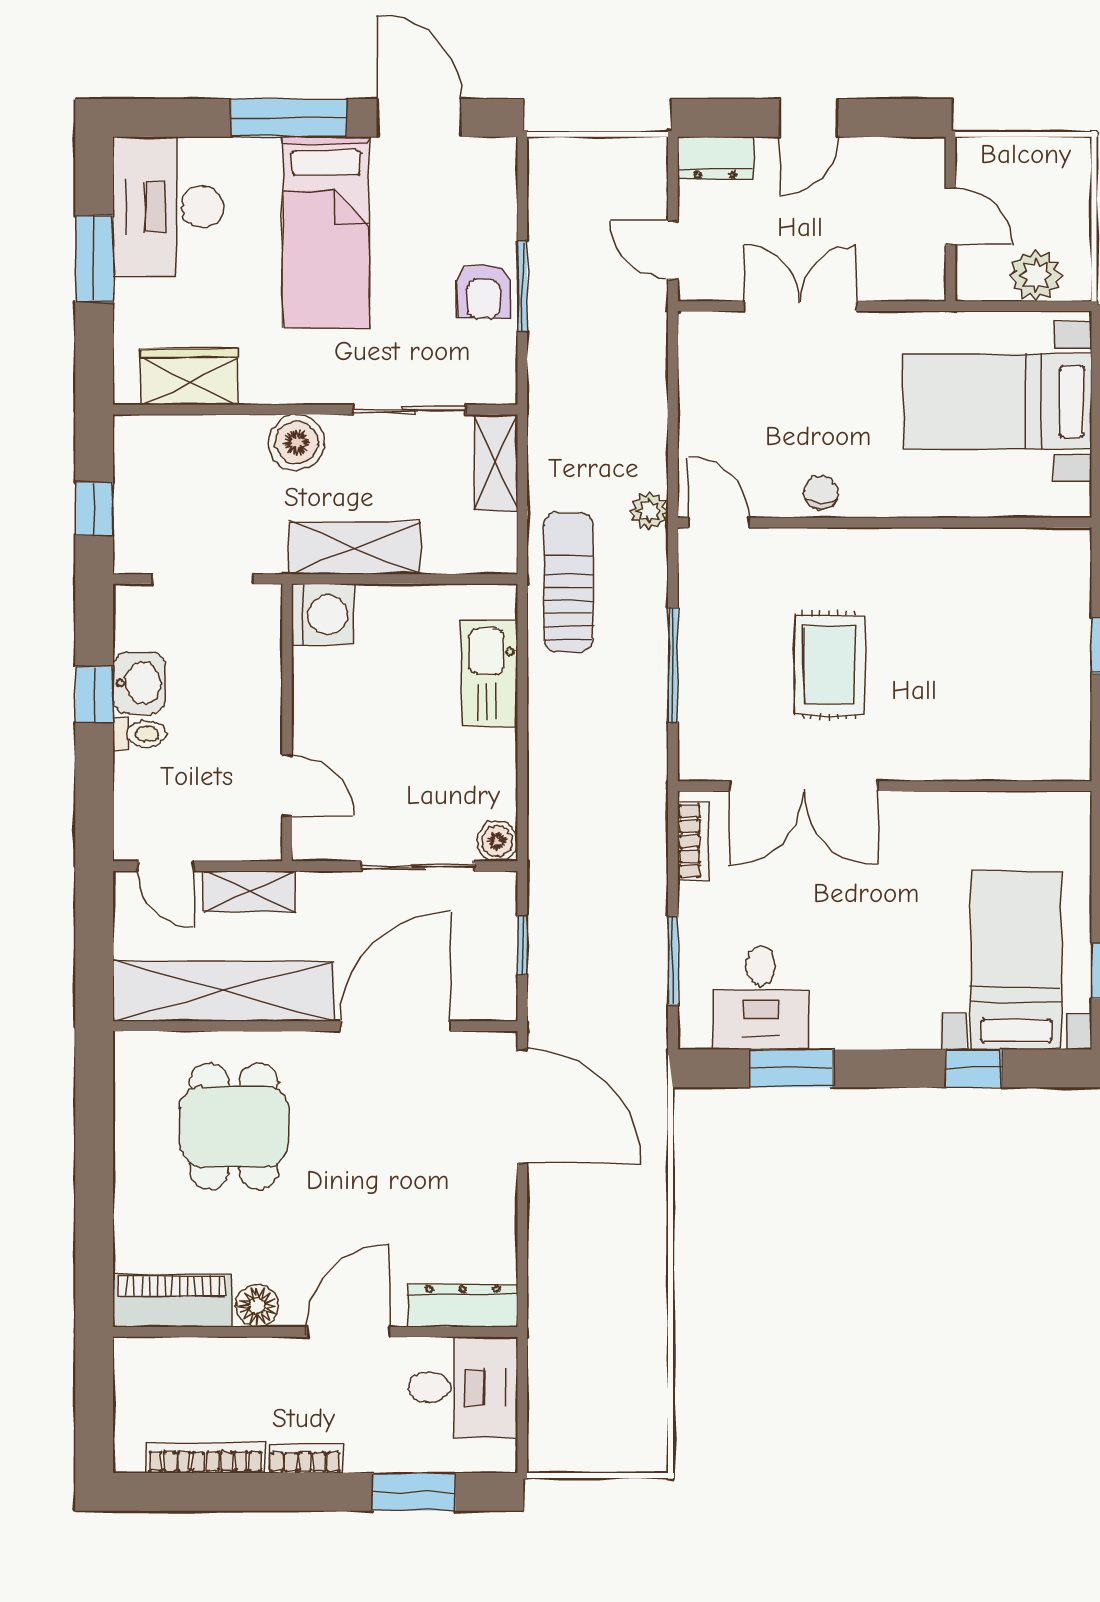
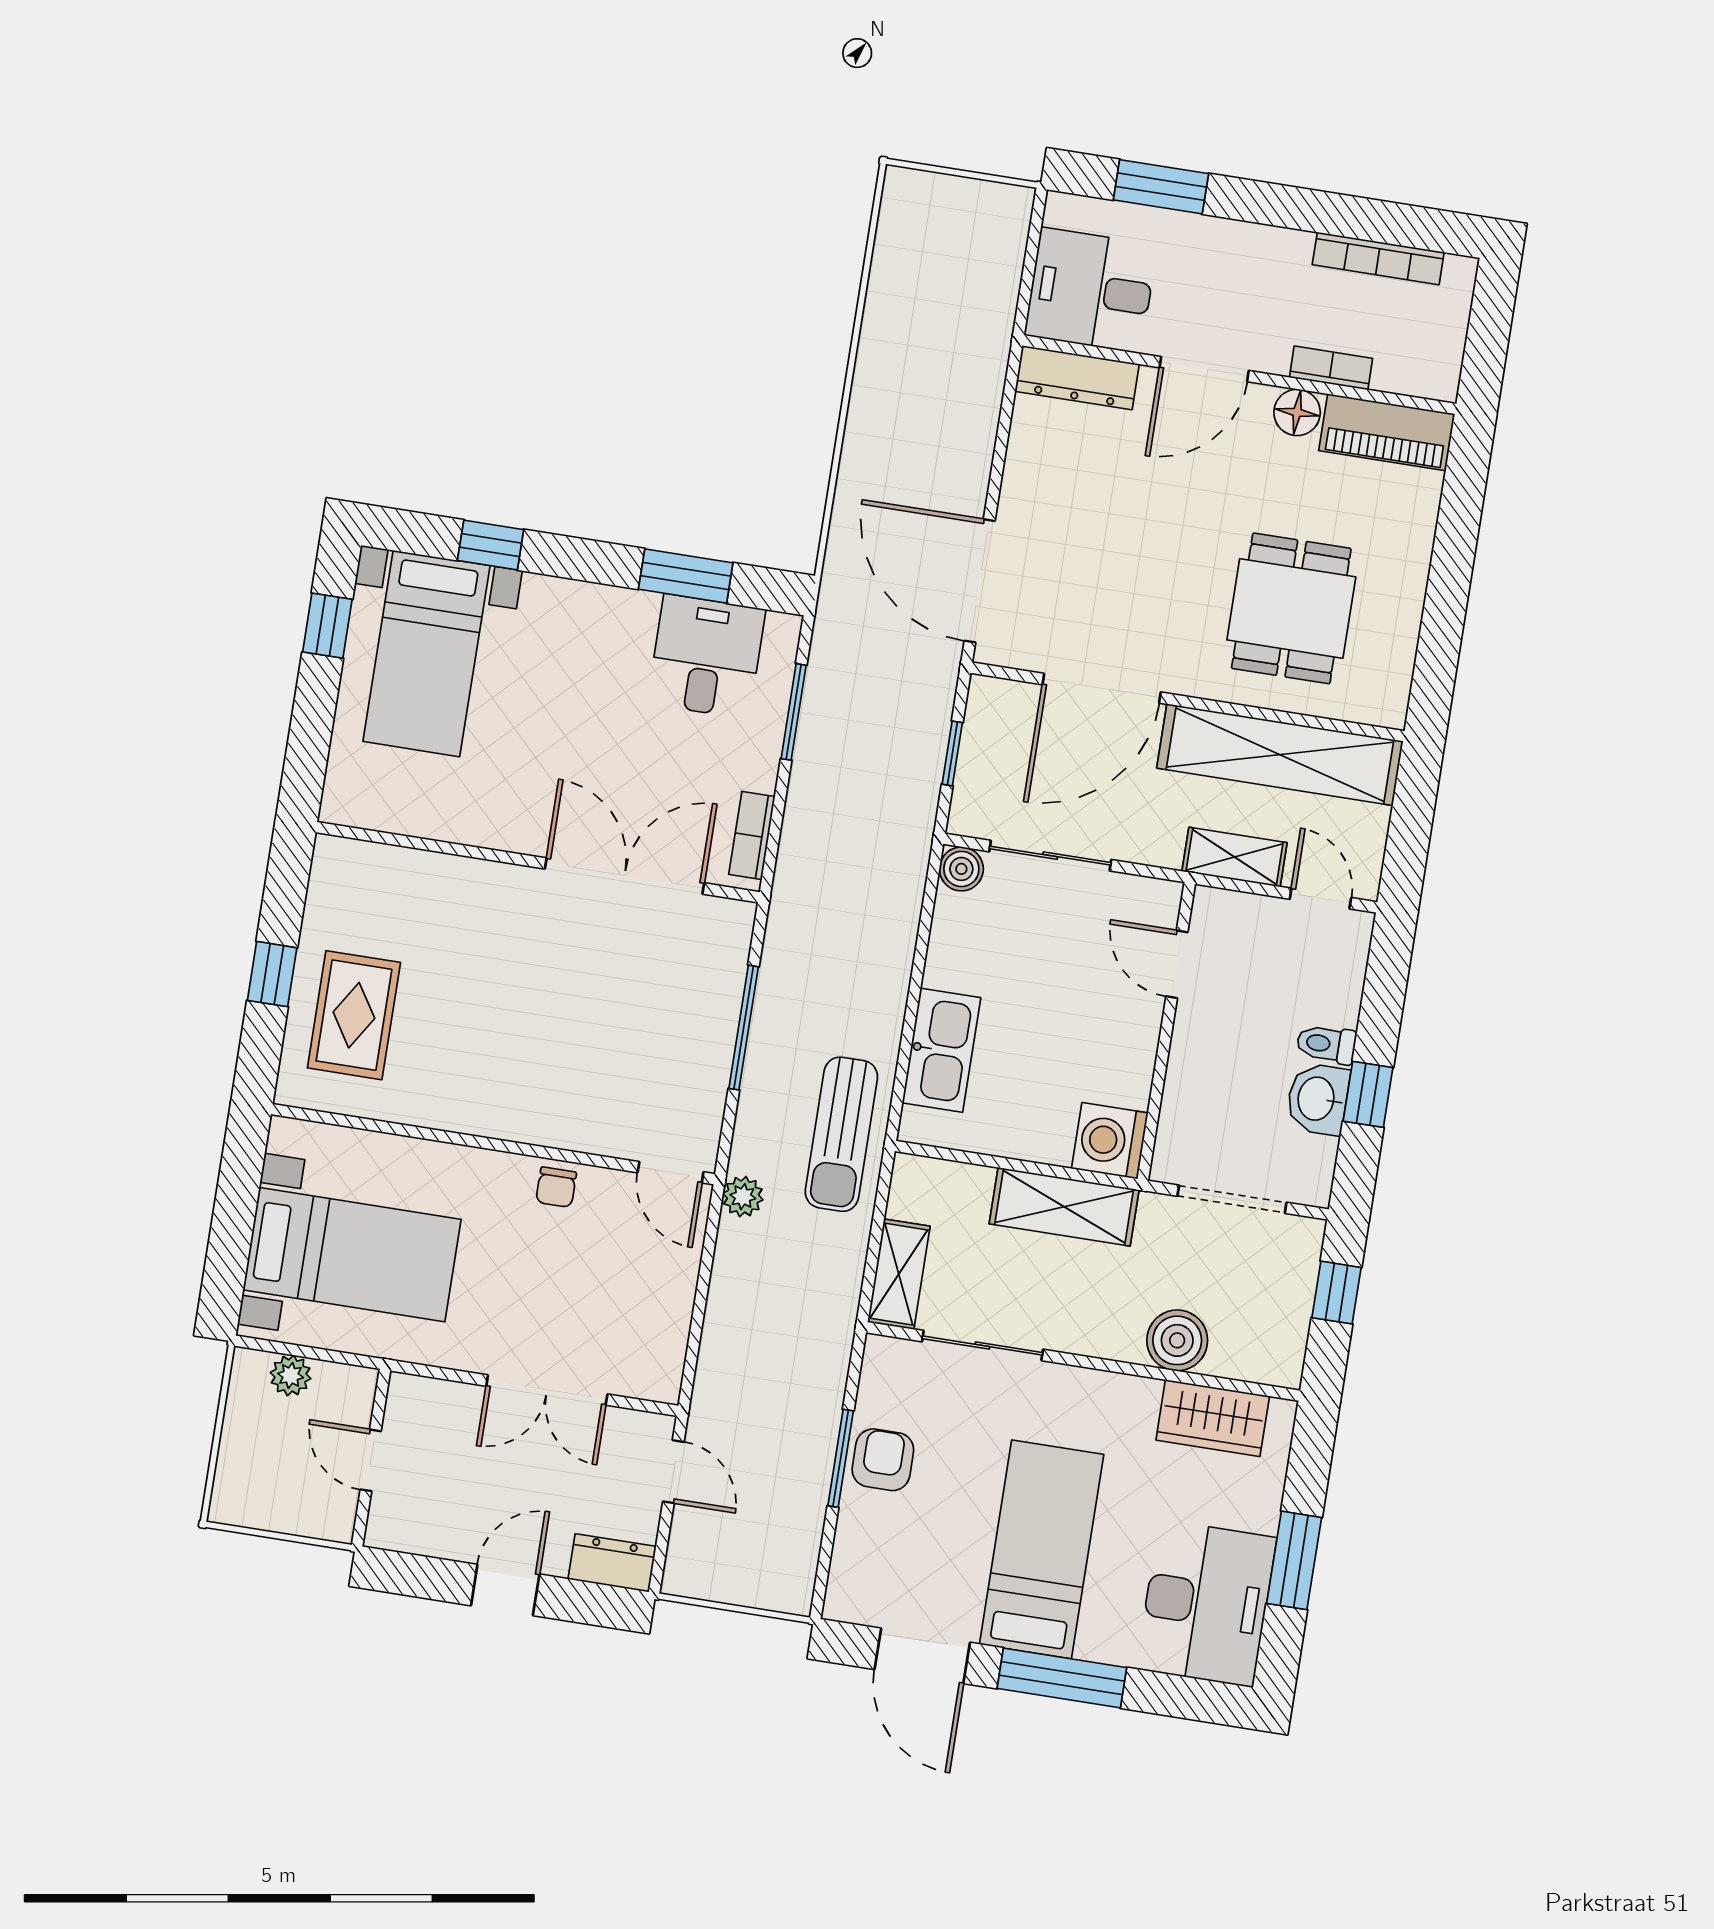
plant: (1036, 275) -> (291, 1375), width x0.73, depth x0.73
boiler: (297, 442) -> (1177, 1340), moved
rug: (829, 665) -> (354, 1015), moved
bookcase: (305, 1458) -> (1331, 368), moved, turned 180

